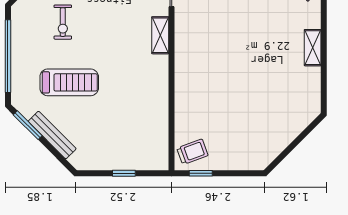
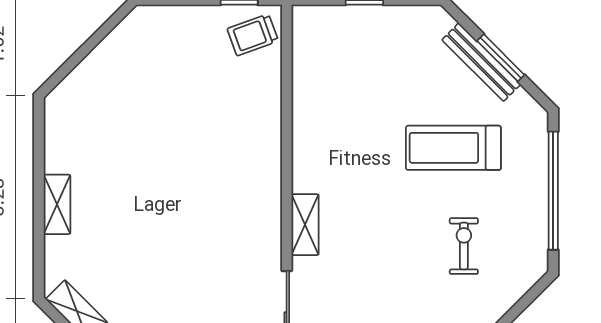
window: (28, 125) -> (501, 58), moved

